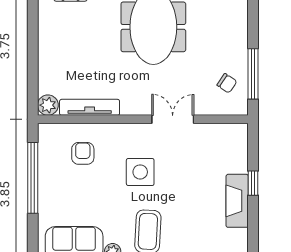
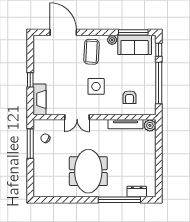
fireplace: (237, 201) -> (39, 99), moved
window: (33, 235) -> (159, 50), added

